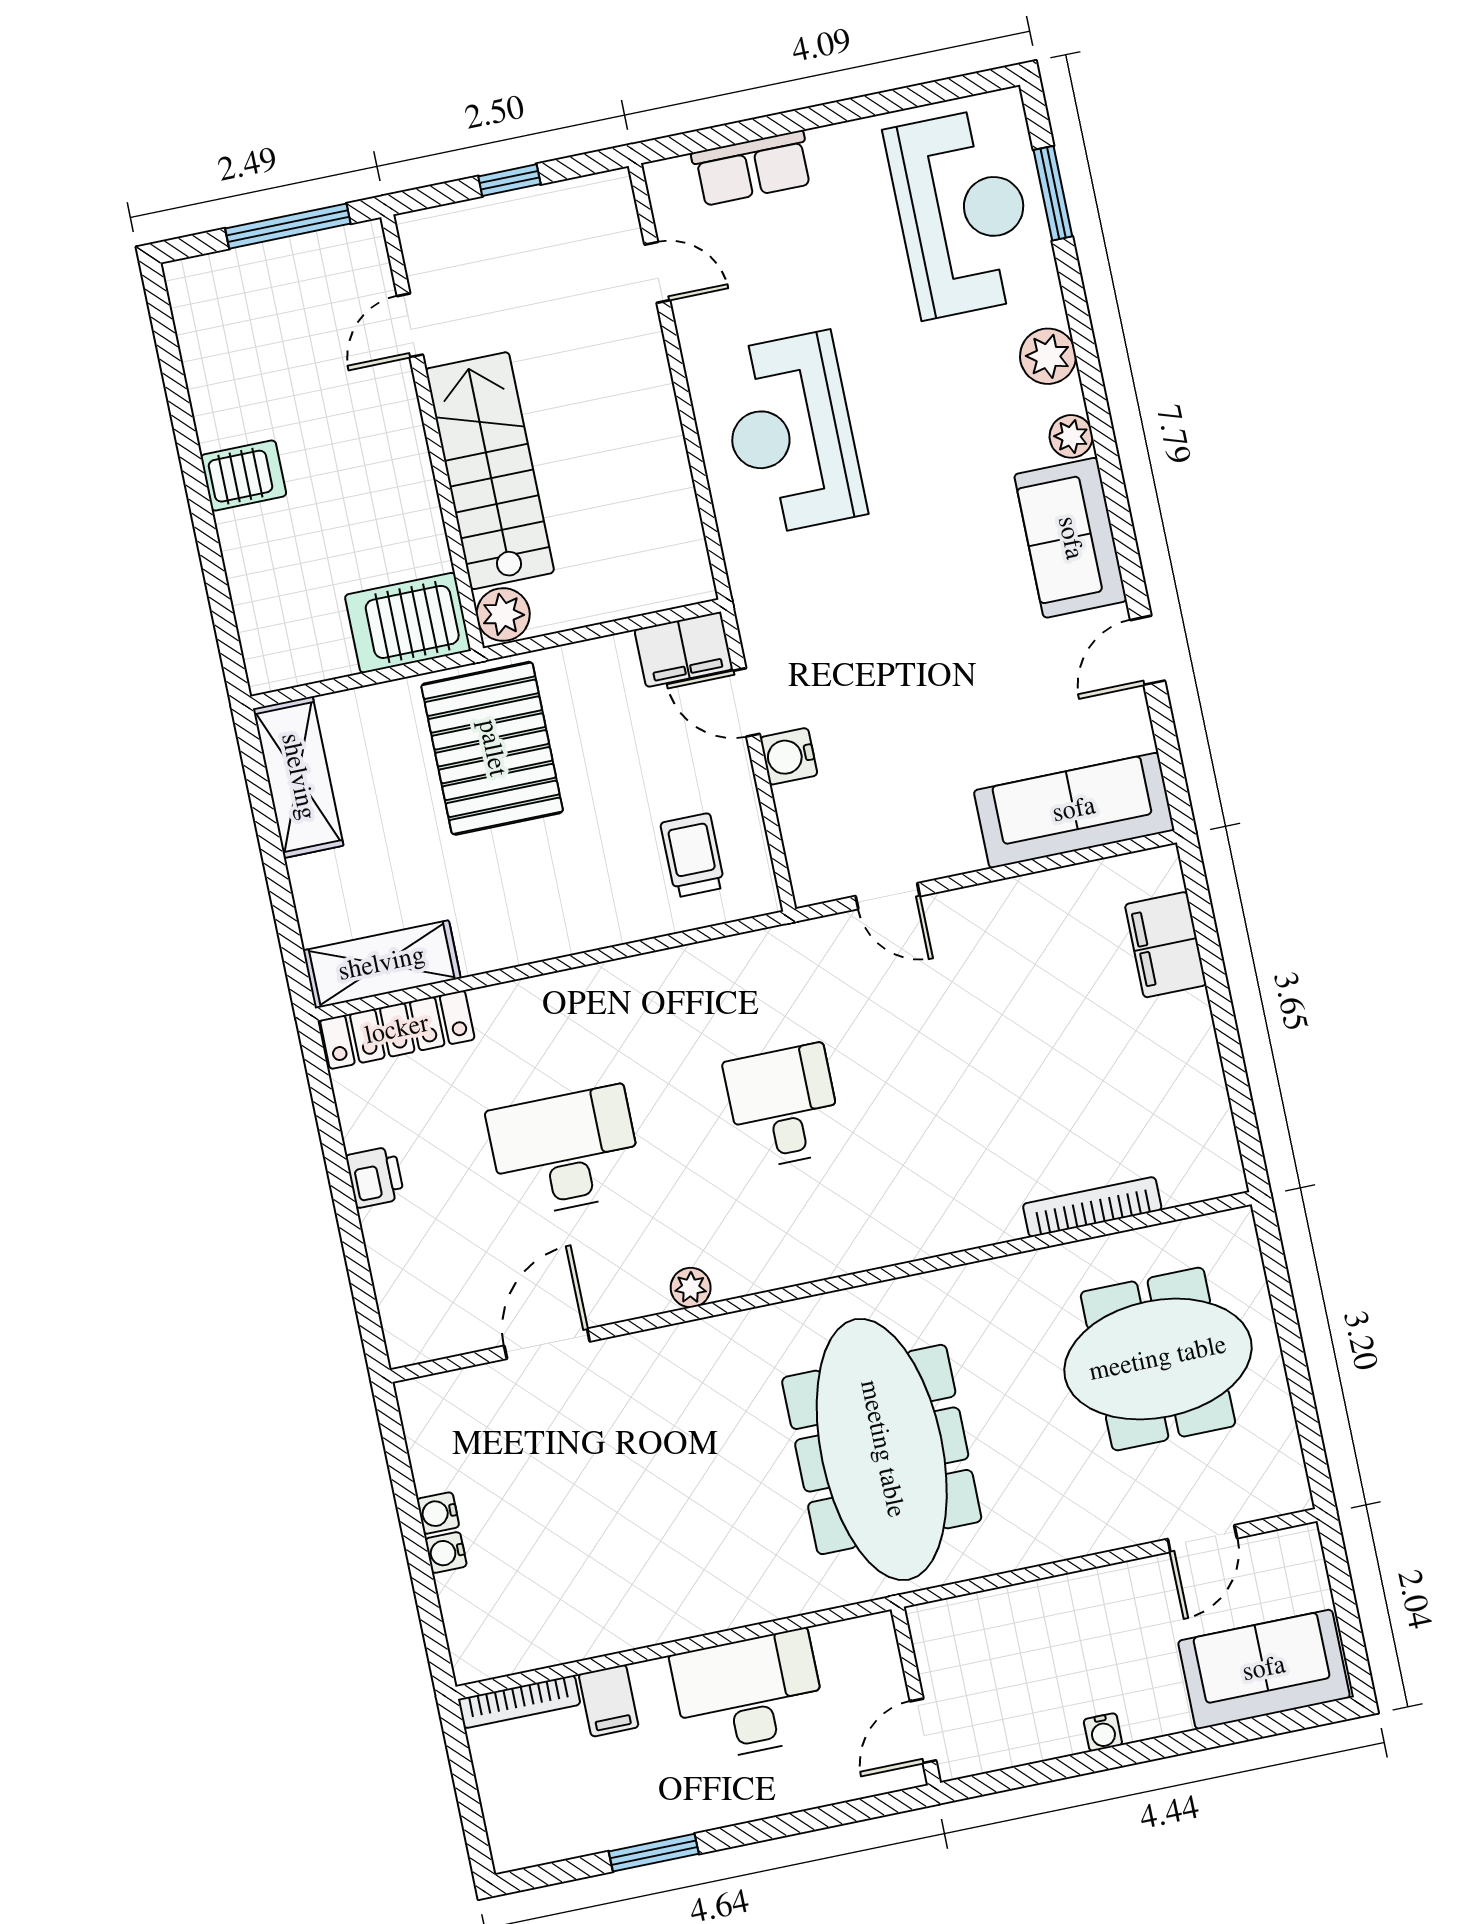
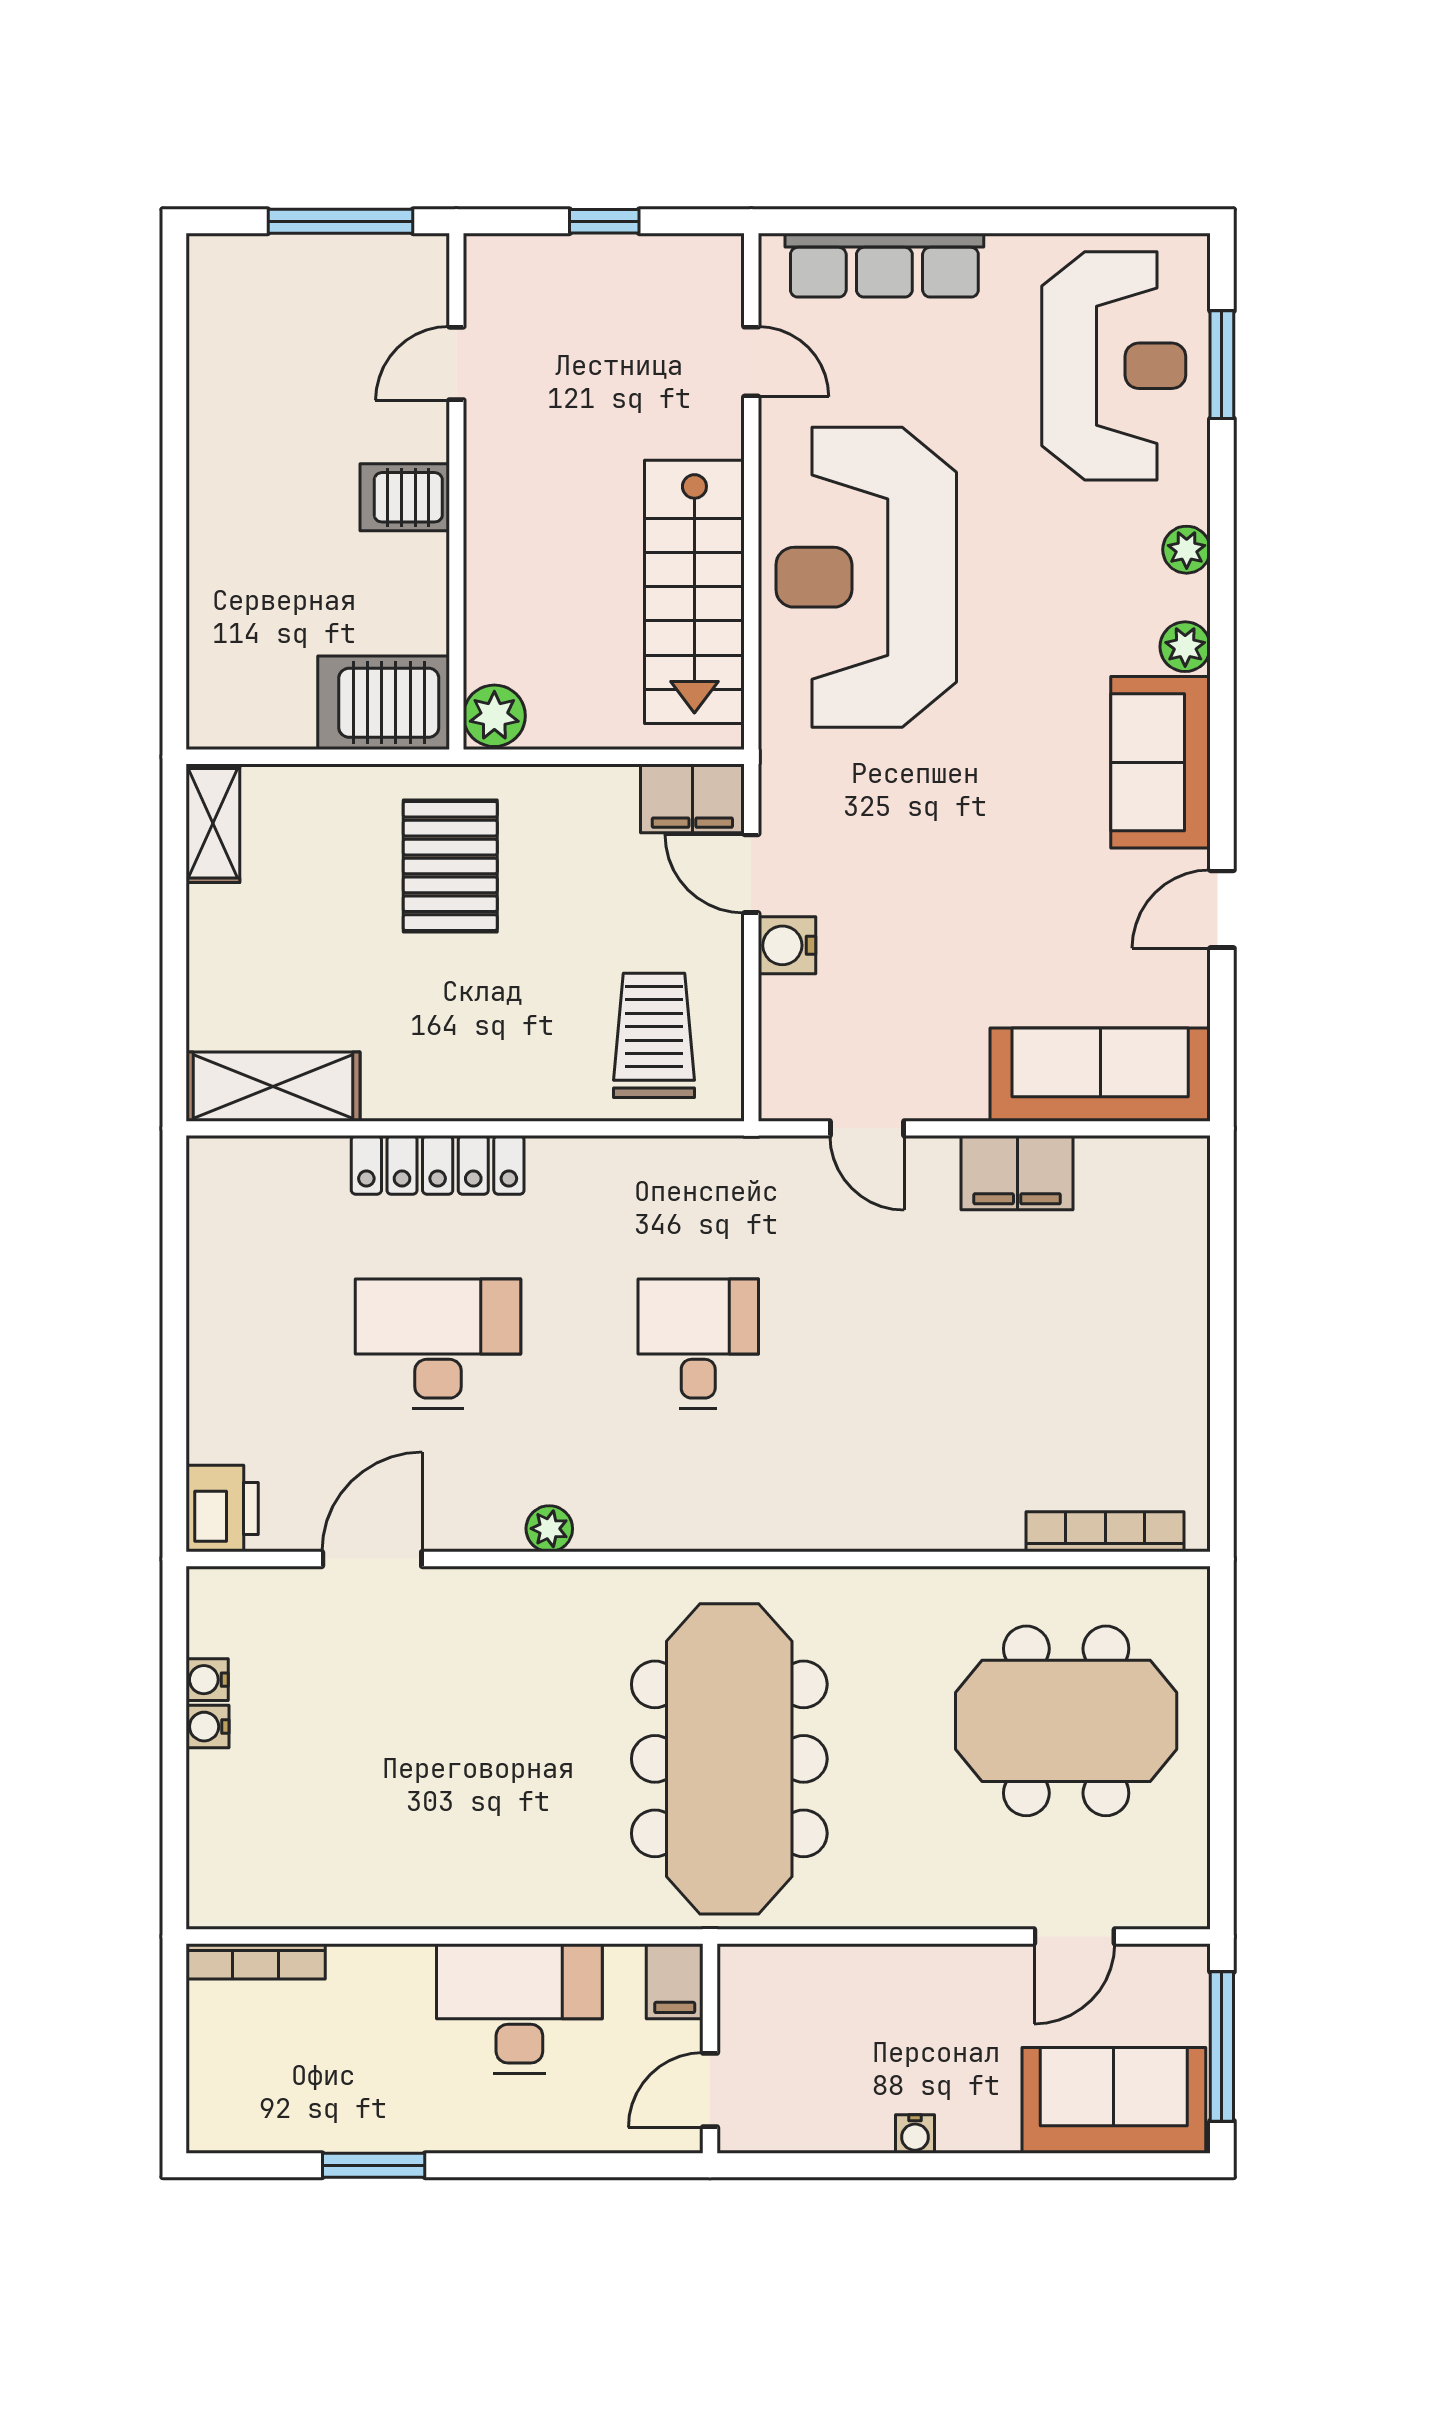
row of seats: (752, 168) -> (884, 265), width x1.48
plant: (1048, 356) -> (1187, 550), width x0.73, depth x0.73
reception desk: (791, 434) -> (866, 577), width x1.36, depth x1.30
stairs: (490, 471) -> (694, 592), moved, turned 180
server rack: (243, 476) -> (405, 497), moved, turned 180
pallet: (492, 748) -> (450, 866), width x0.73, depth x0.71
shelving: (298, 777) -> (213, 823), width x0.67, depth x0.75
trolley: (693, 855) -> (654, 1035), width x1.36, depth x1.39
filing cabinet: (1166, 945) -> (1017, 1173), moved, turned -90
locker: (397, 1030) -> (438, 1165), moved
printer: (375, 1177) -> (222, 1508), moved, width x1.36, depth x1.24
bookcase: (1092, 1207) -> (1105, 1532), moved
water cooler: (446, 1553) -> (207, 1680), moved
window: (1345, 1605) -> (1222, 2046), added
filing cabinet: (609, 1701) -> (675, 1981), moved

